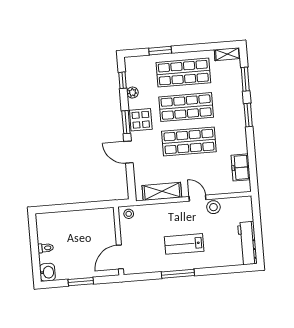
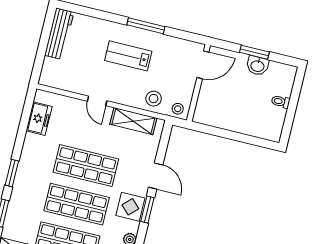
stool: (213, 207) -> (154, 99), moved
lab bench: (184, 244) -> (128, 56), turned 180
washbasin: (47, 272) -> (258, 66), moved, turned -90

